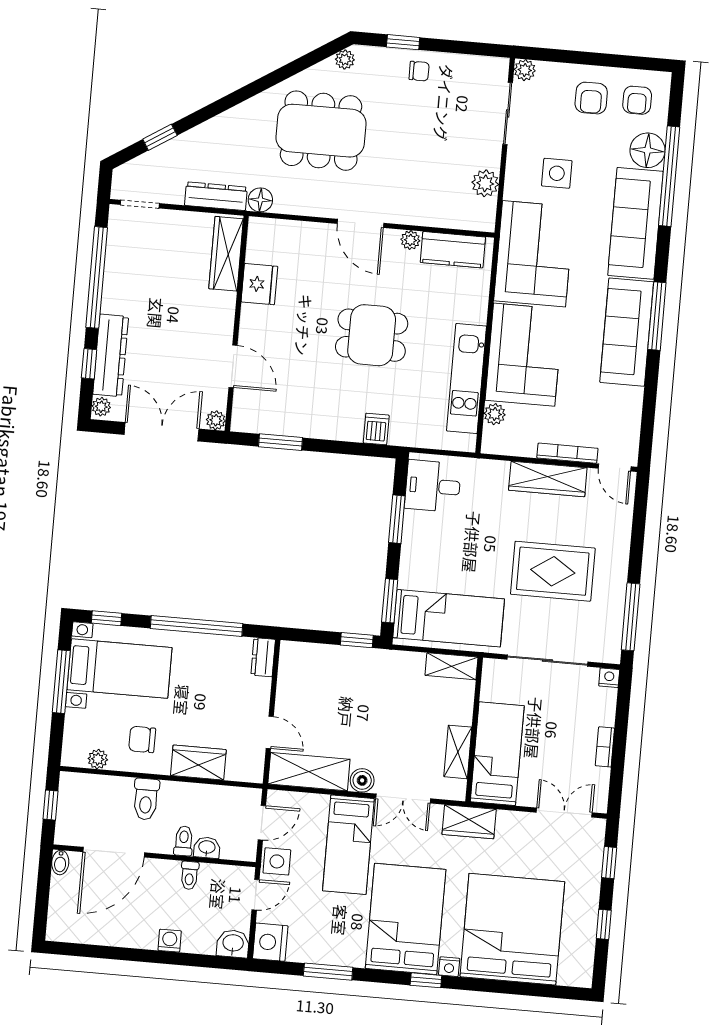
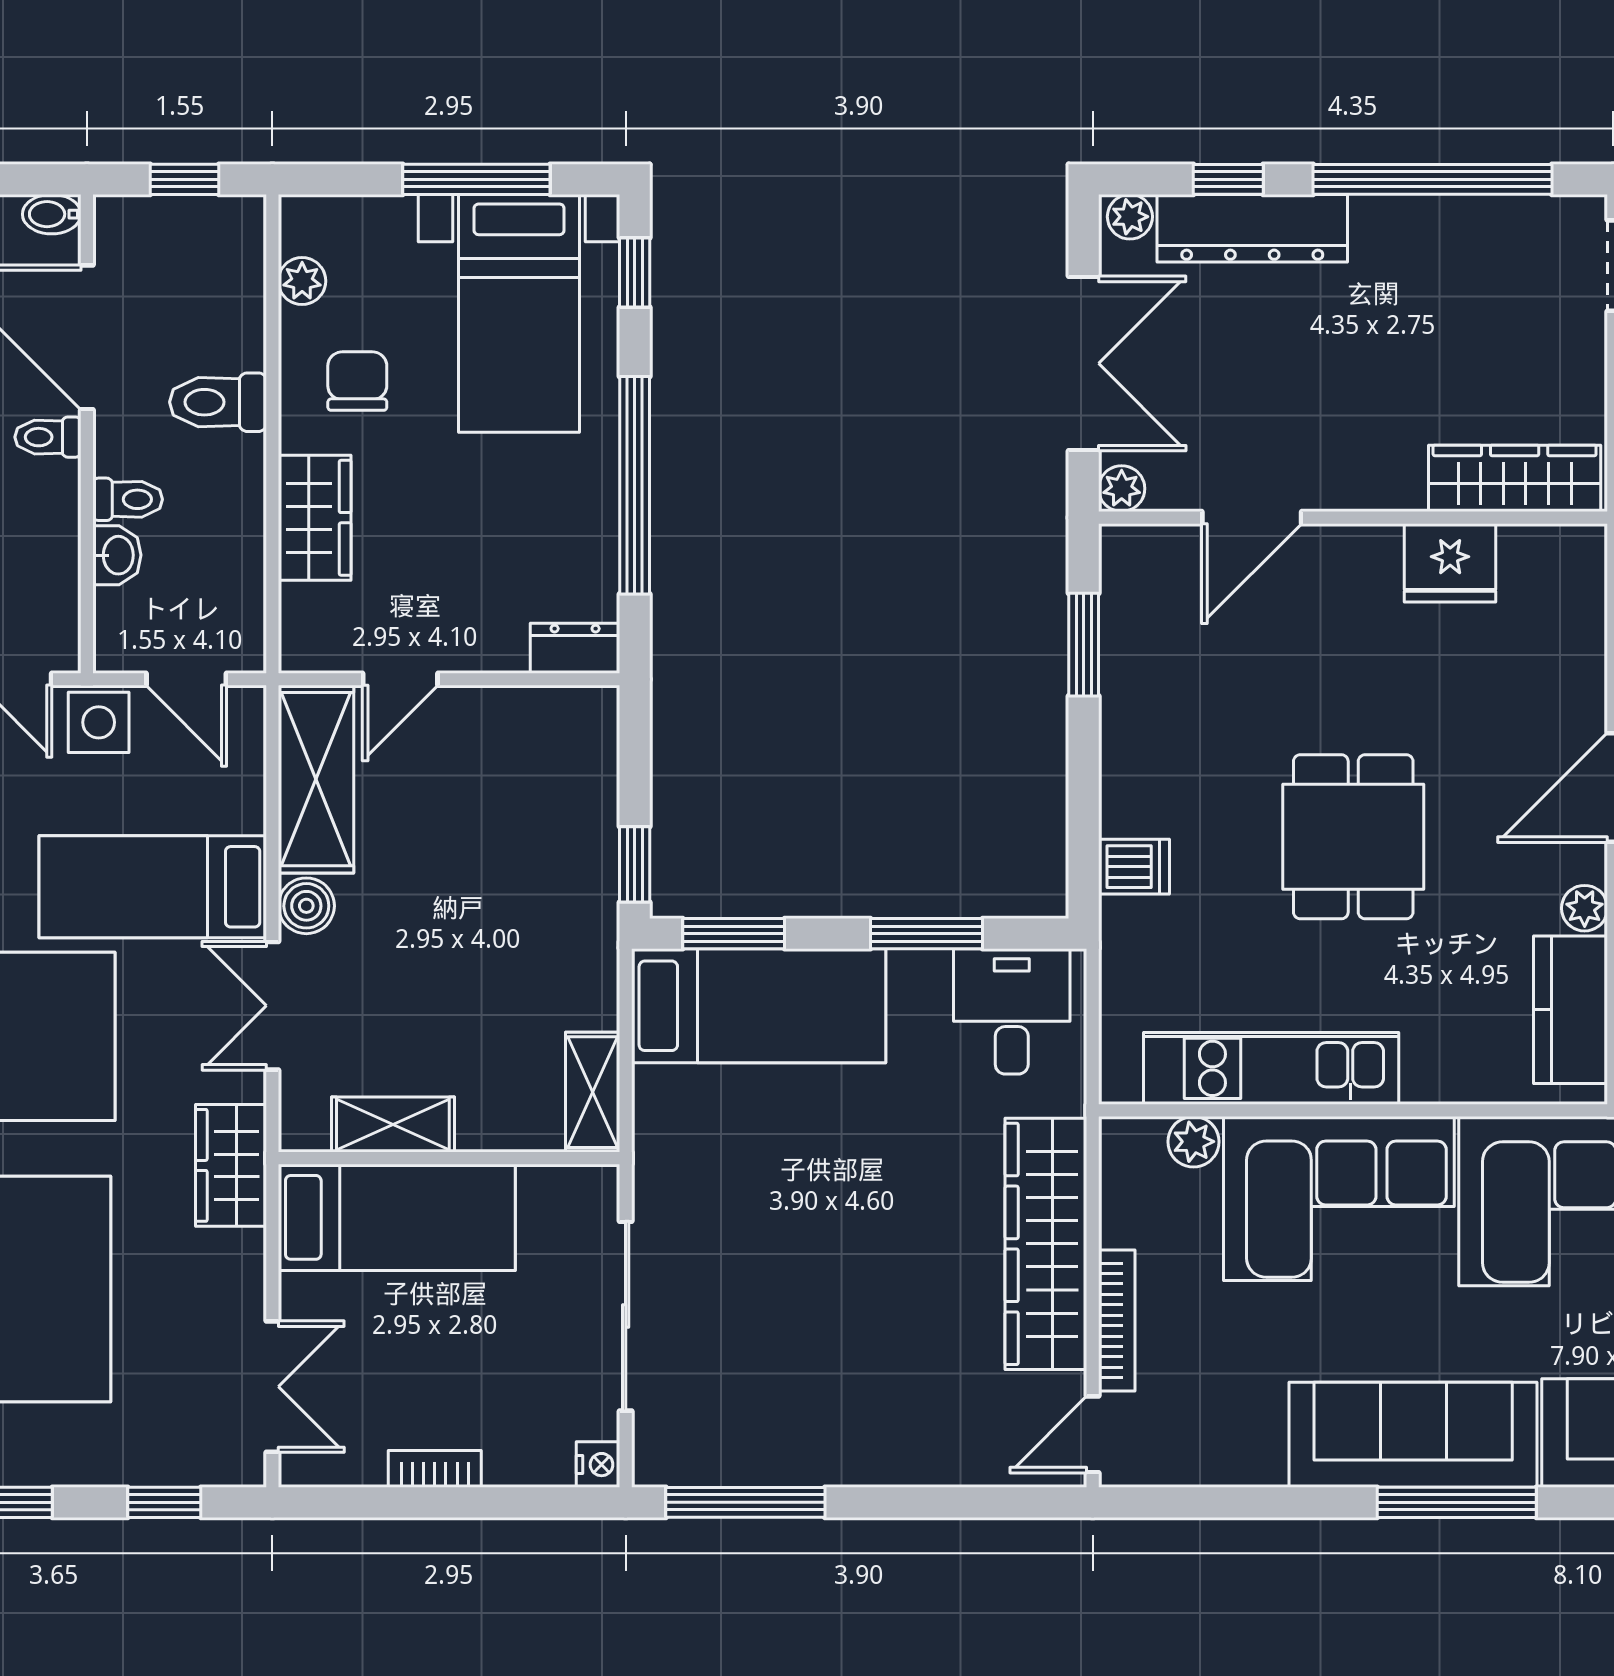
wardrobe: (548, 479) -> (1046, 1244), width x1.40, depth x1.17
rug: (553, 571) -> (836, 1310), removed
bed: (449, 618) -> (759, 1006), moved, turned -90
toilet: (189, 875) -> (48, 437), moved

